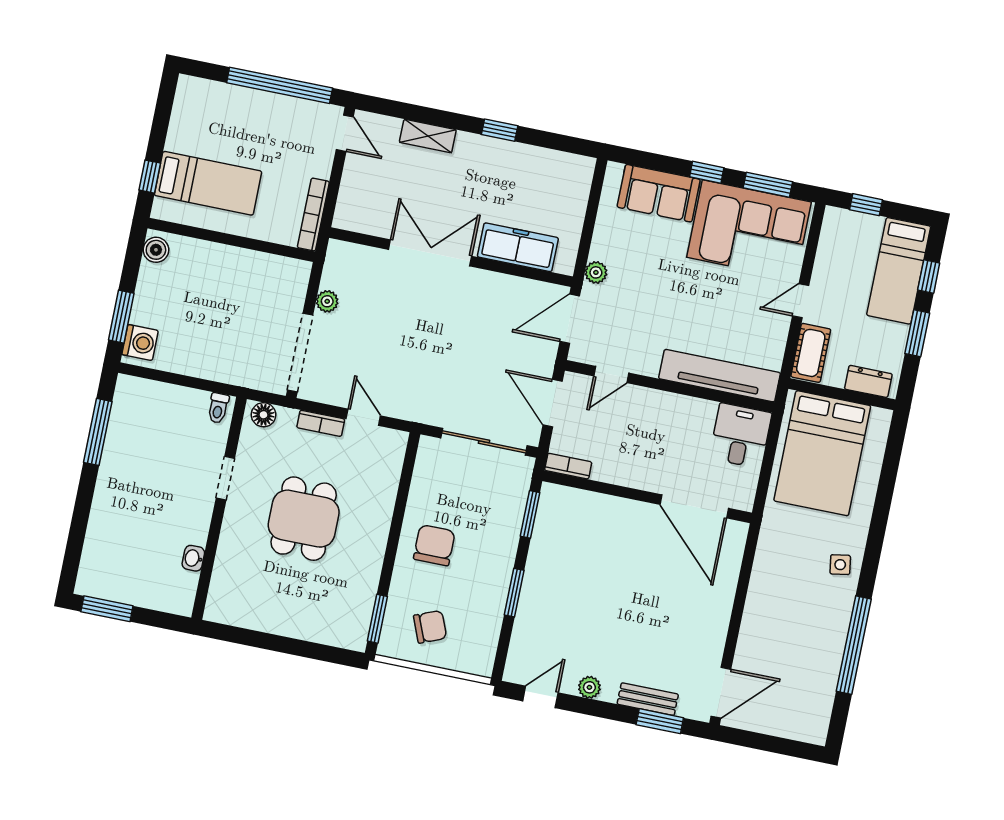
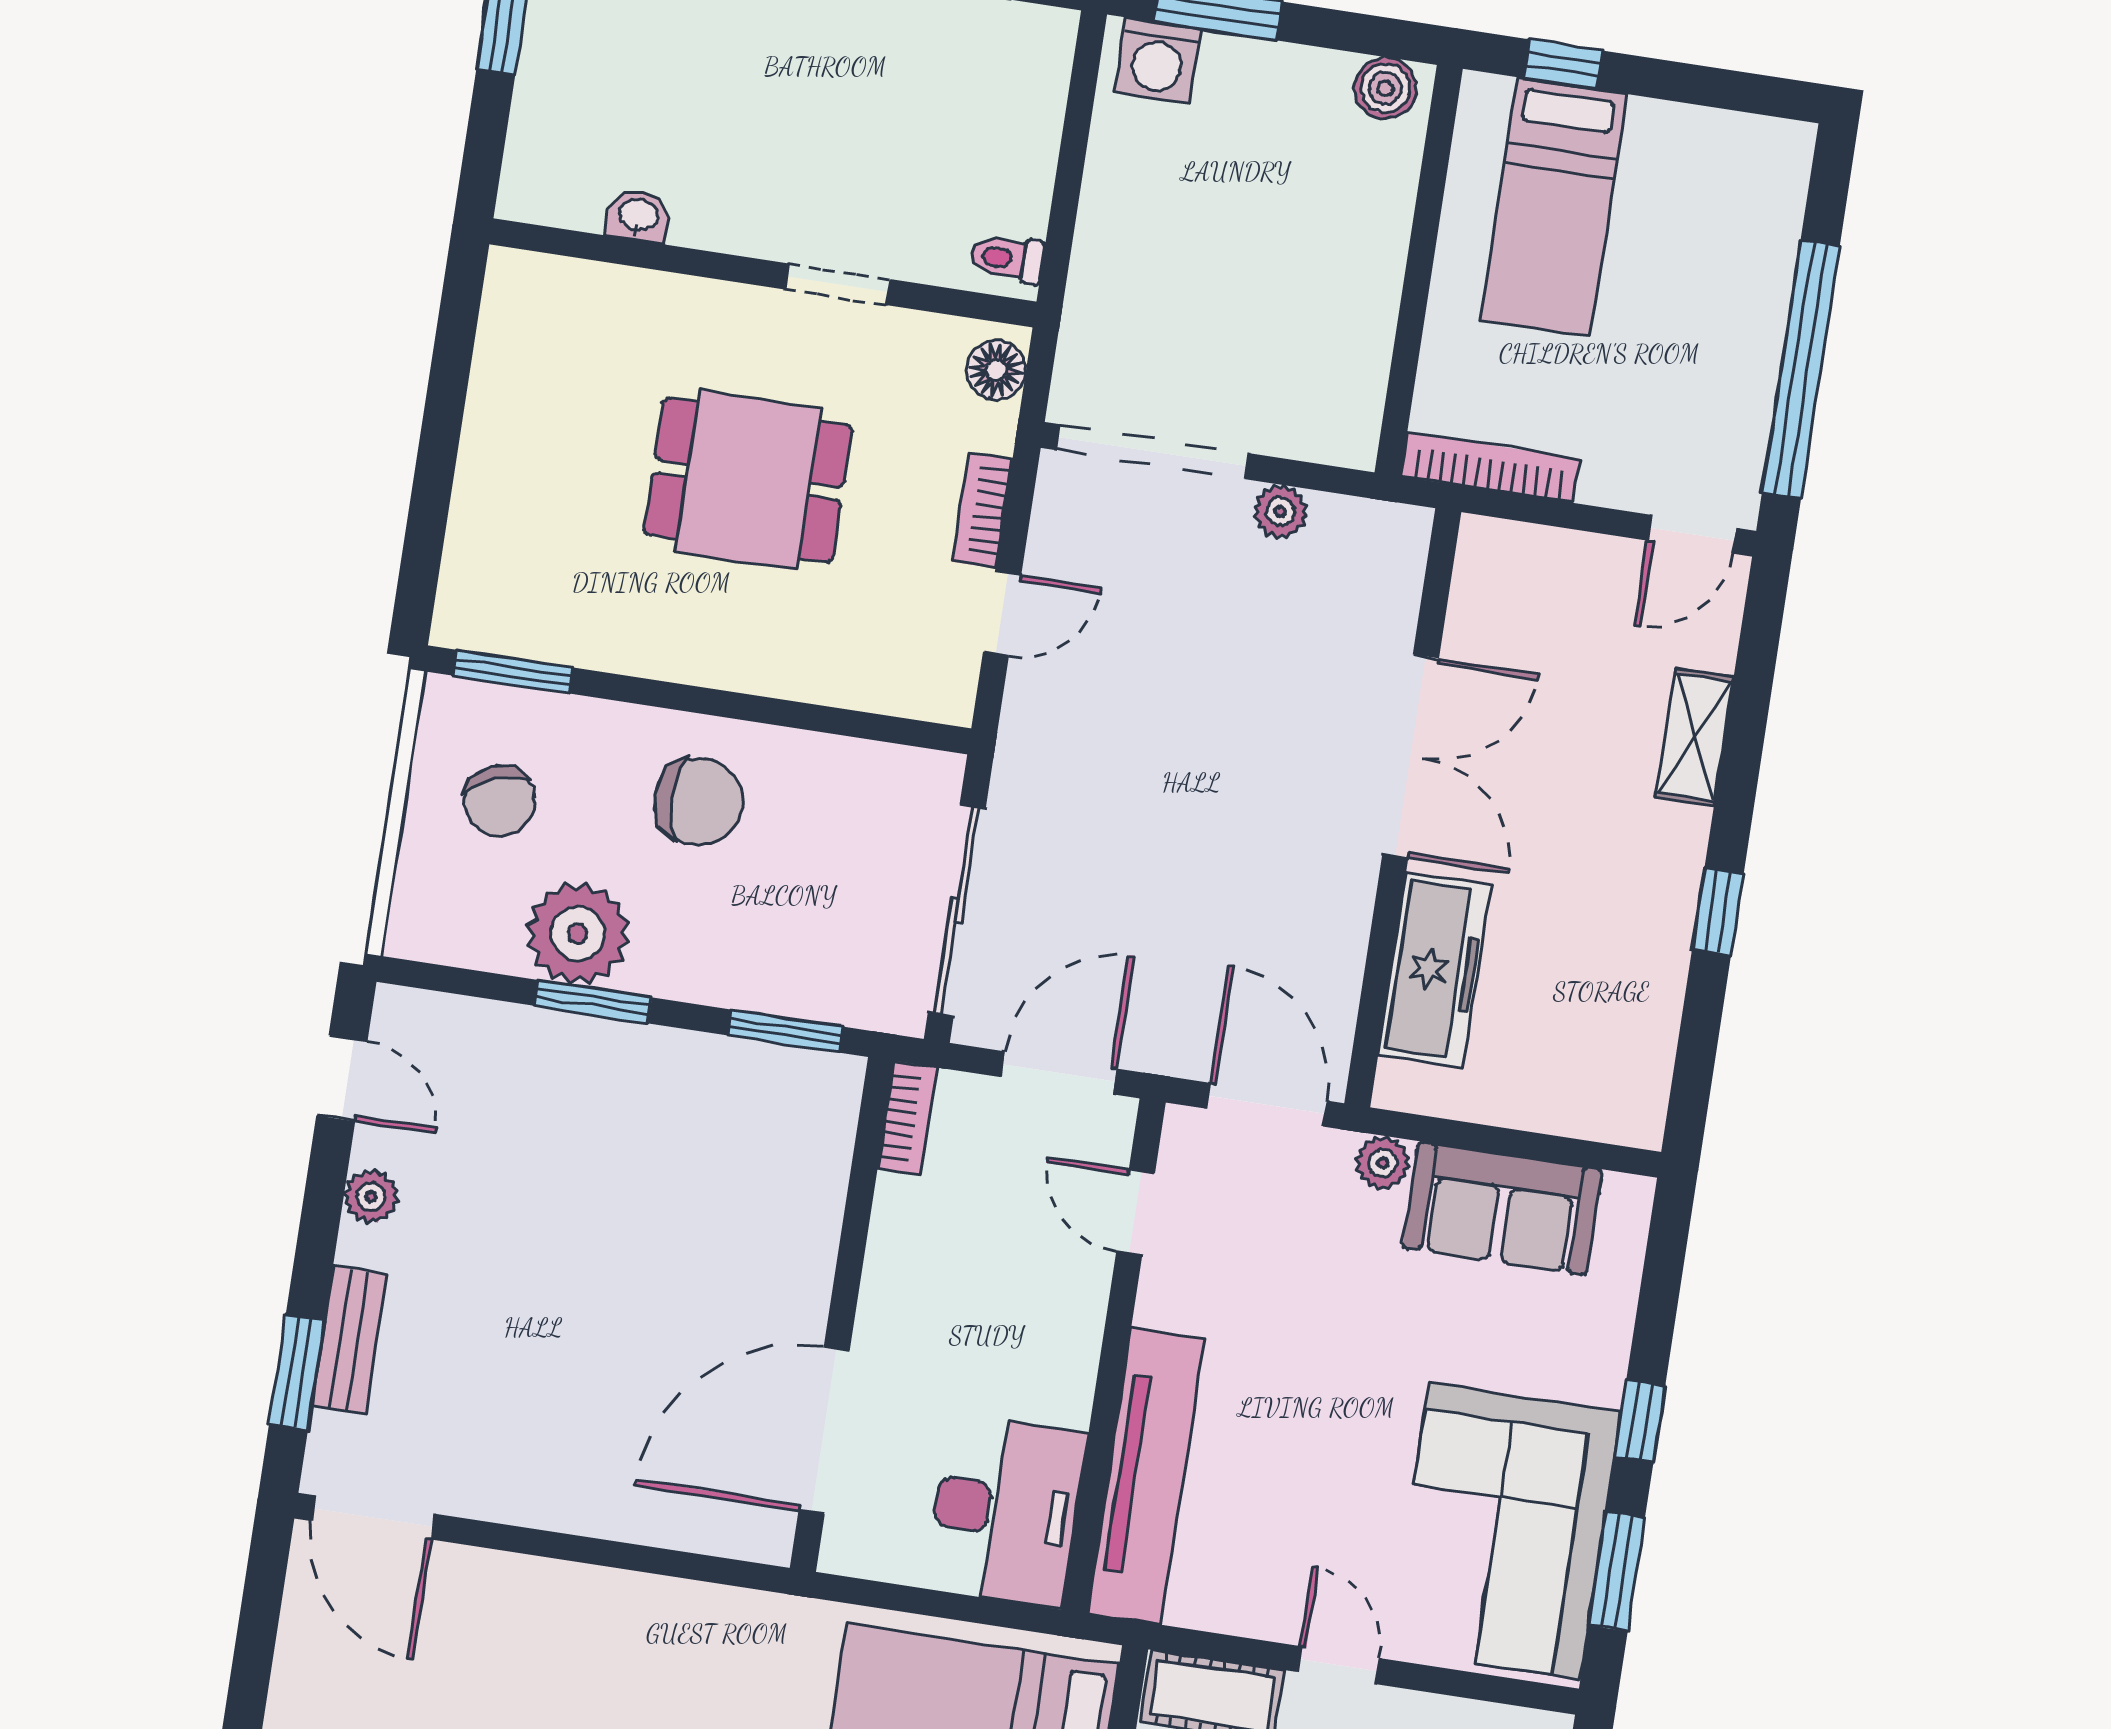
sofa: (659, 193) -> (1502, 1208), moved, turned -90
desk: (741, 436) -> (1006, 1511), width x1.37
plant: (486, 597) -> (578, 934), added

